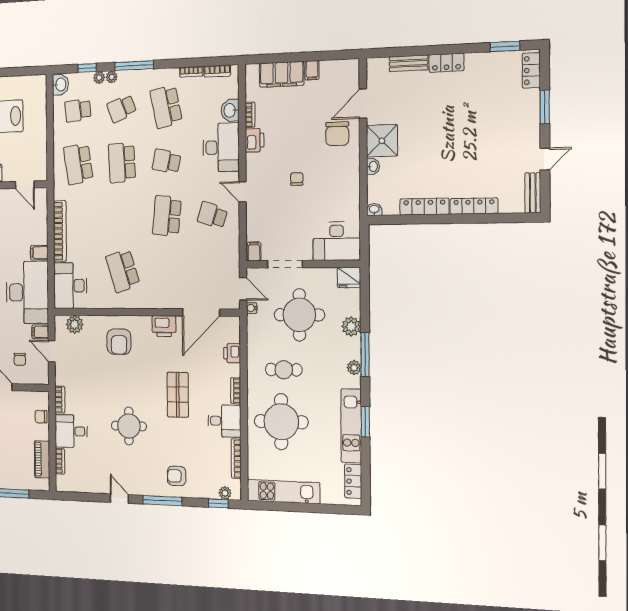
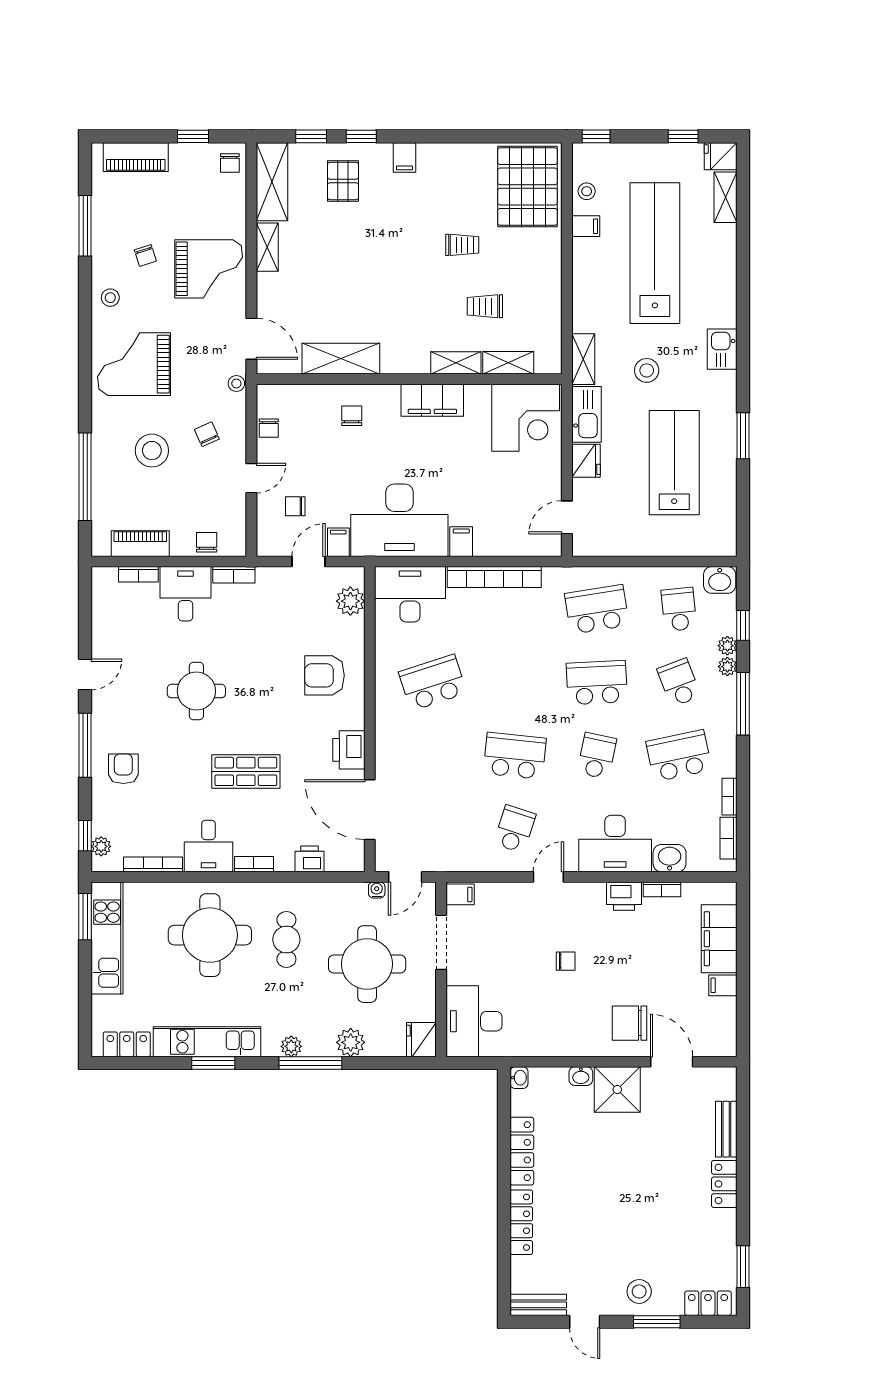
stool: (523, 120) -> (639, 1291), added
window: (270, 506) -> (85, 917), added

